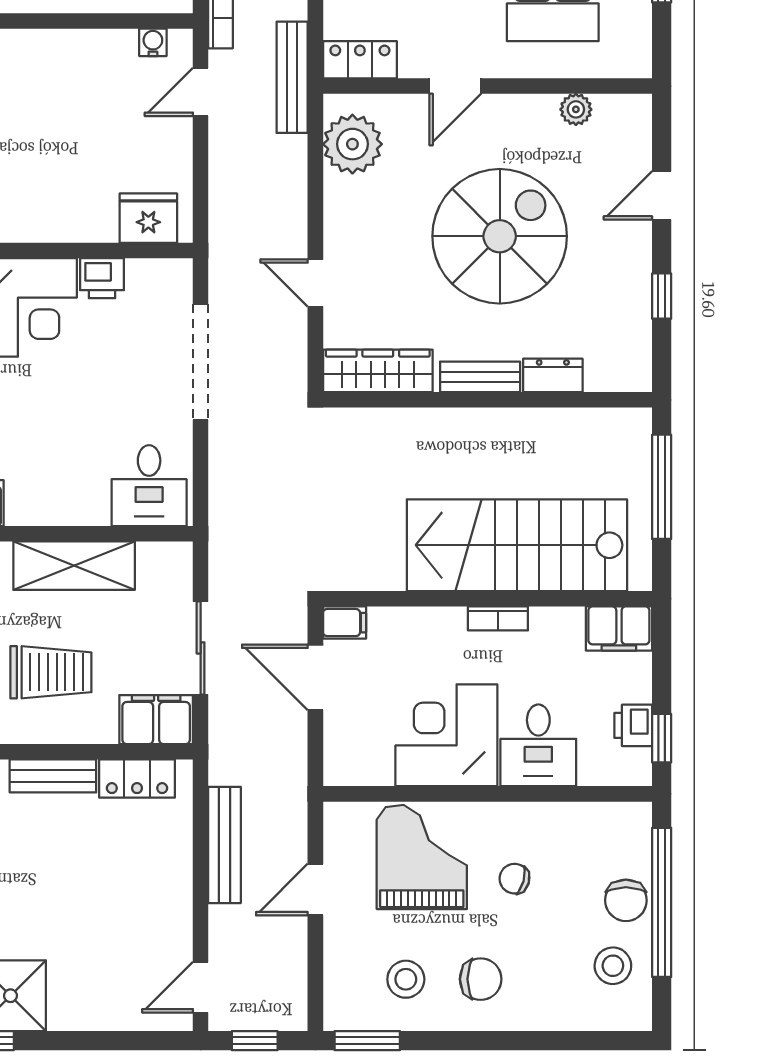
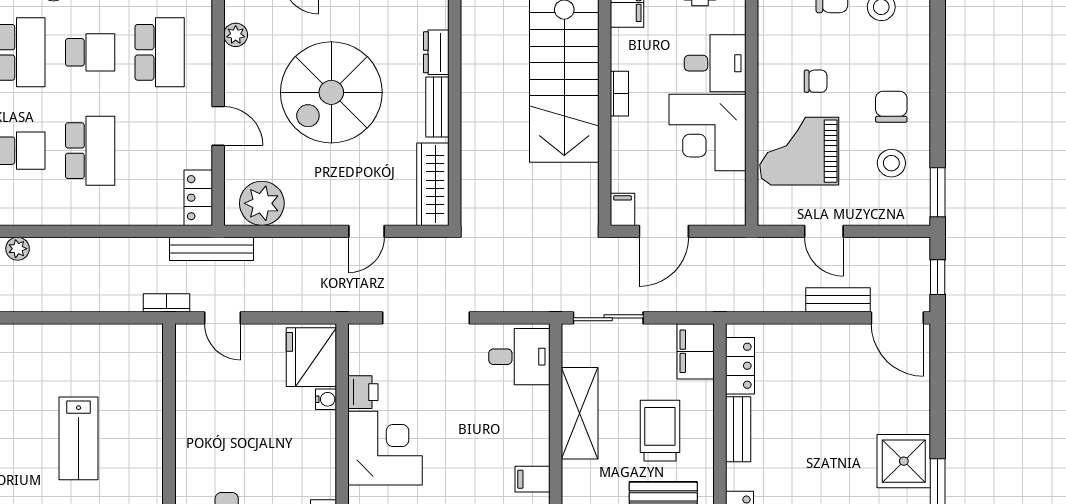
water cooler: (153, 42) -> (326, 399), moved, turned 180
fridge: (148, 218) -> (311, 357), width x1.36, depth x1.34
spiral stairs: (500, 236) -> (331, 92), turned -90
sliding door: (201, 648) -> (608, 318), moved
bench: (224, 845) -> (838, 300), moved, width x0.73
chair: (514, 879) -> (816, 81), turned -105
door: (201, 987) -> (897, 318), width x1.38

